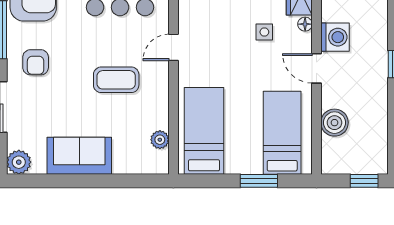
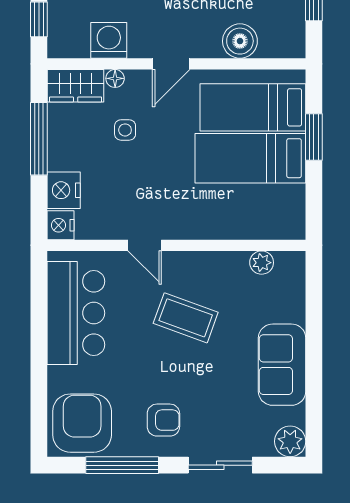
washing machine: (335, 37) -> (109, 40), moved
coffee table: (116, 80) -> (186, 318), turned -70
bed: (204, 131) -> (250, 158), moved

